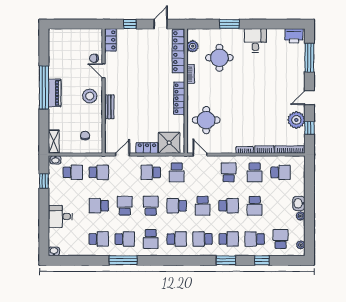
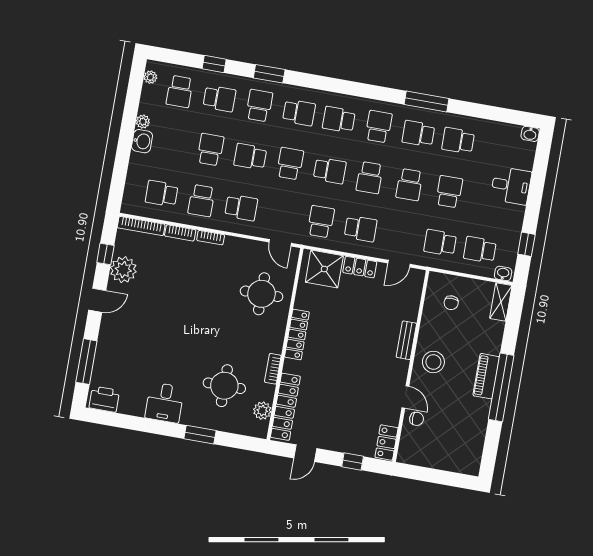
school desk: (229, 172) -> (241, 208), turned -90
school desk: (255, 172) -> (201, 201), turned 180
school desk: (99, 206) -> (449, 192), turned -90
school desk: (229, 239) -> (259, 106), turned 90

